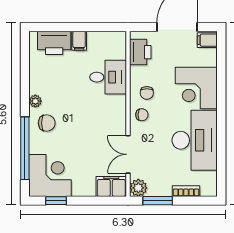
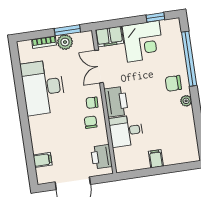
filing cabinet: (207, 40) -> (43, 160), moved
printer: (54, 43) -> (116, 102), moved, turned 90
corner desk: (196, 88) -> (48, 133), removed
double door: (128, 154) -> (99, 67), swing flipped
corner desk: (50, 175) -> (143, 41), moved, turned -90
plant: (138, 188) -> (65, 42), moved

